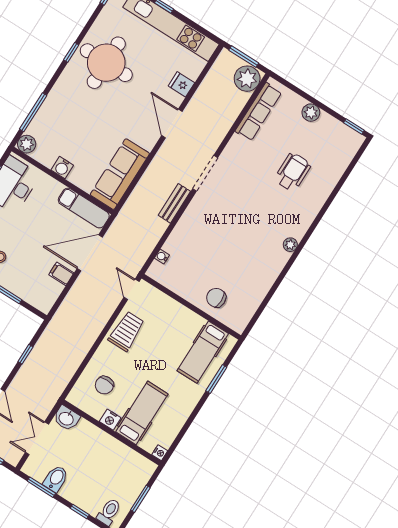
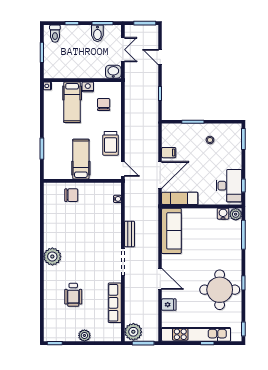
row of seats: (258, 112) -> (115, 303), moved
water cooler: (62, 168) -> (223, 214), moved
plant: (290, 245) -> (52, 256), width x1.88, depth x1.88
hospital bed: (203, 352) -> (81, 159), moved

